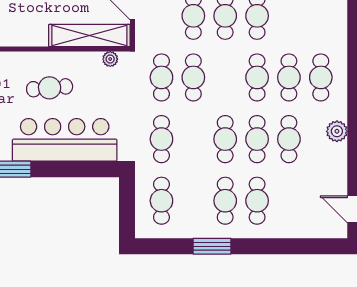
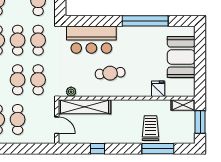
cafe table: (193, 139) -> (18, 40), added
bar counter: (65, 140) -> (91, 40), width x0.73

